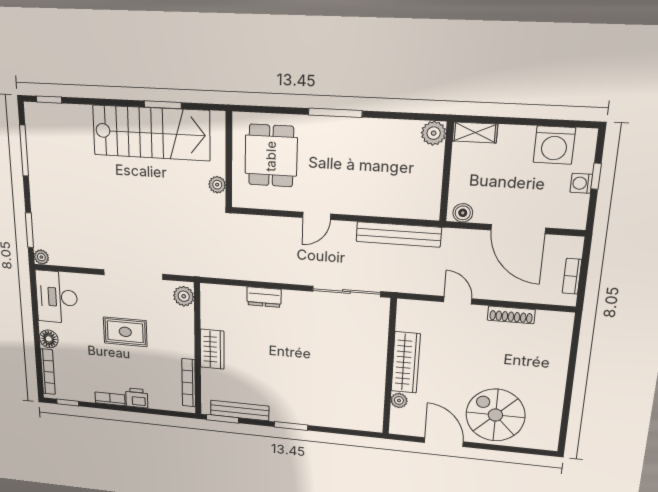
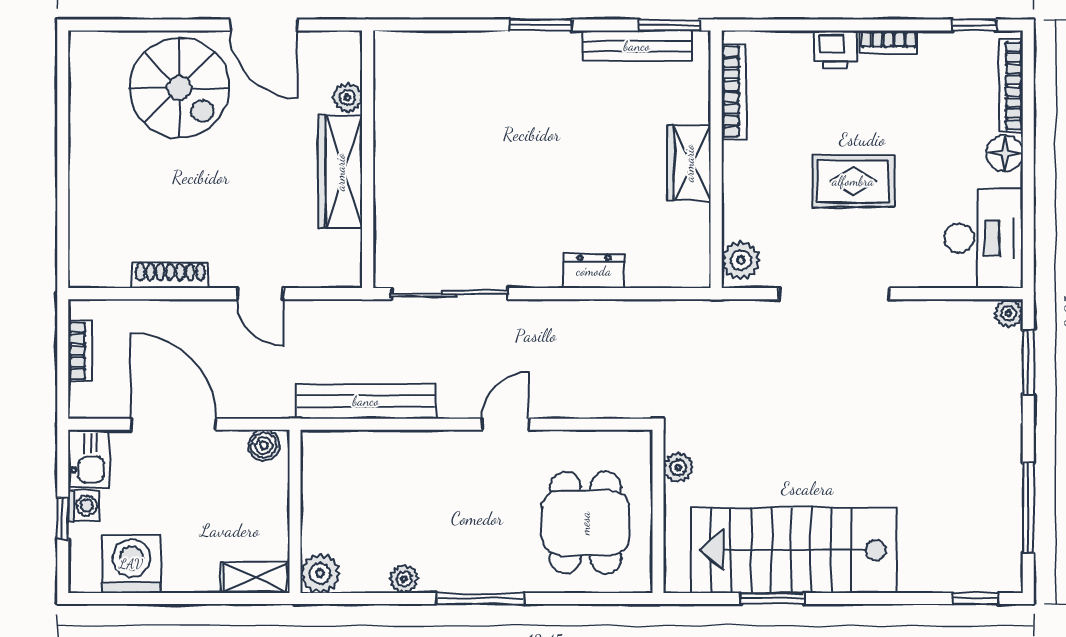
plant: (381, 127) -> (404, 579), added
kitchen sink: (574, 212) -> (89, 458), added

